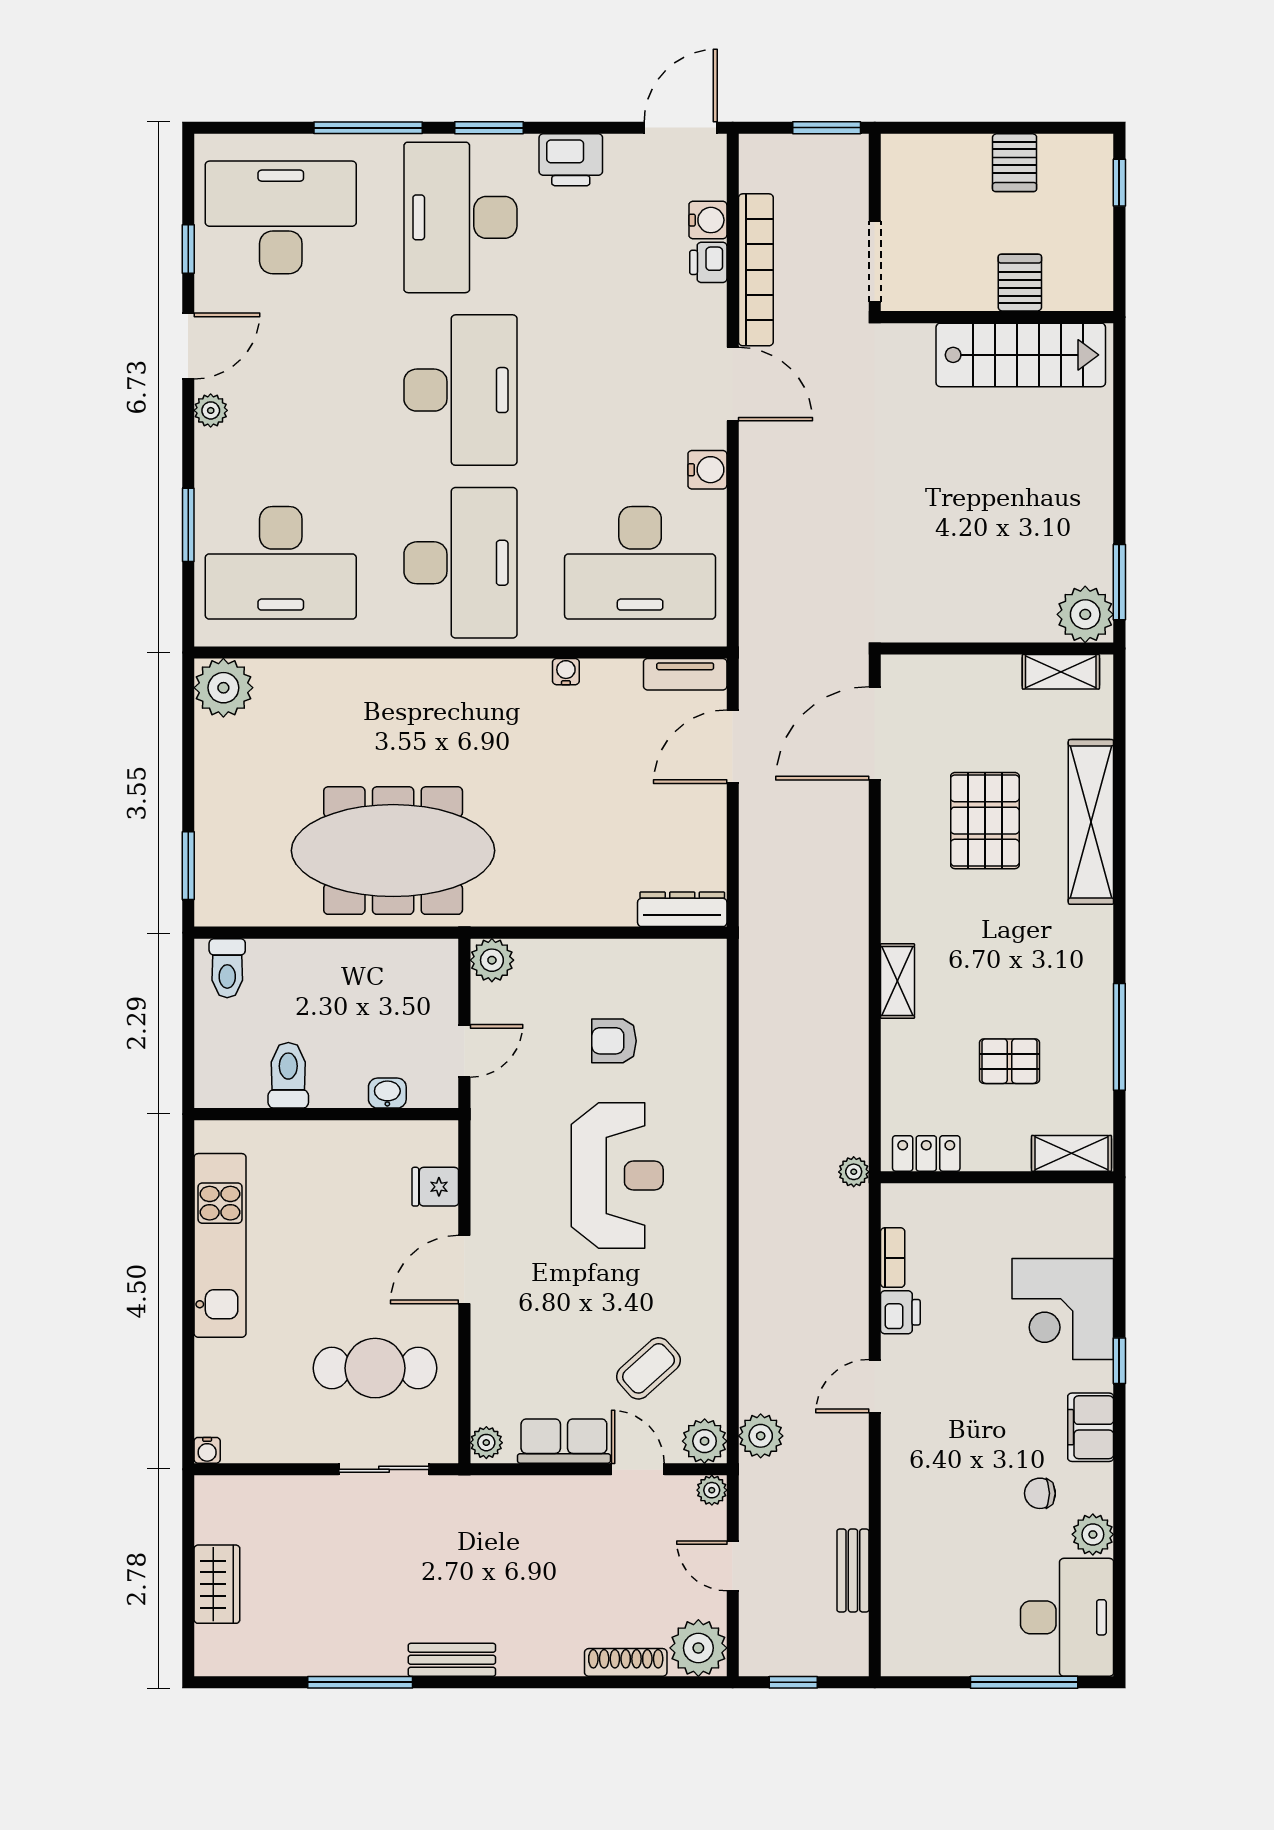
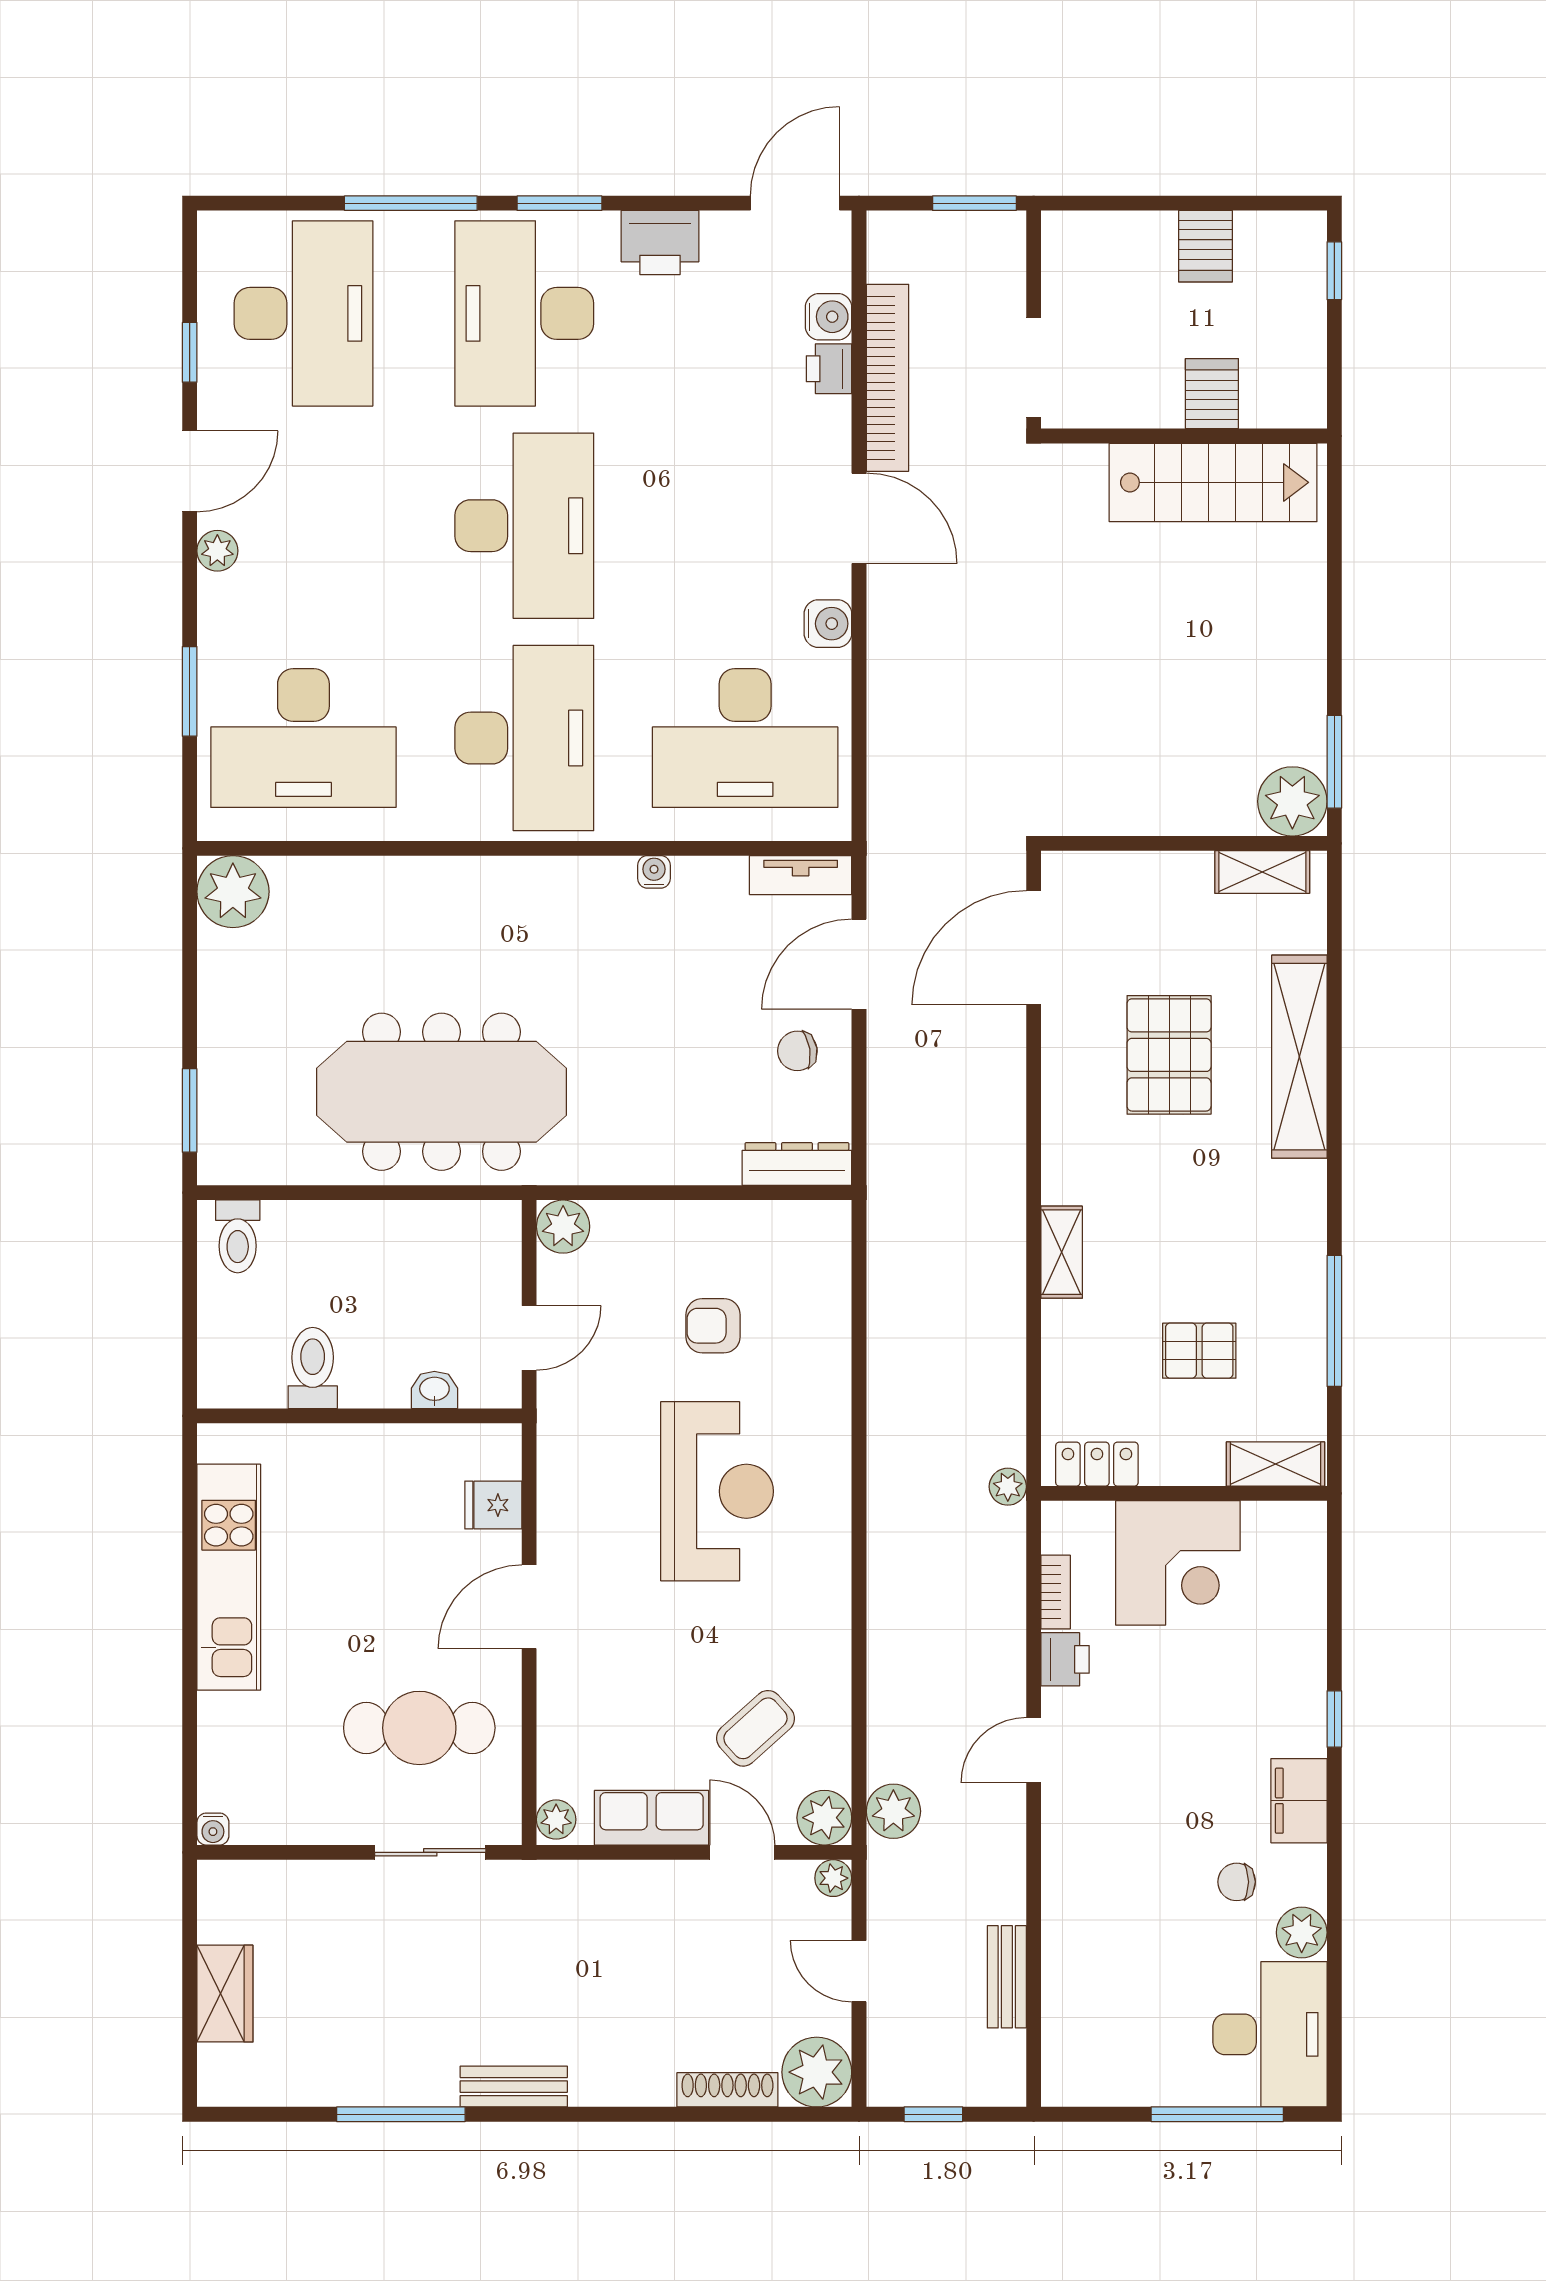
desk: (281, 217) -> (303, 313), turned 90
chair: (683, 817) -> (797, 1051), added
corner desk: (1063, 1309) -> (1178, 1563), moved, turned -90

